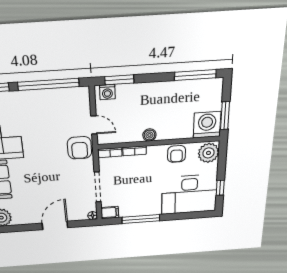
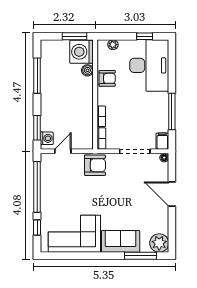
window: (195, 75) -> (37, 76), moved
door: (94, 125) -> (63, 151), moved
boiler: (149, 135) -> (87, 70), moved
plant: (208, 153) -> (113, 45), width x0.53, depth x0.53

